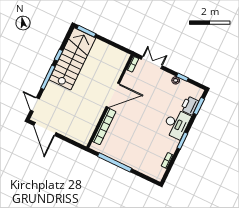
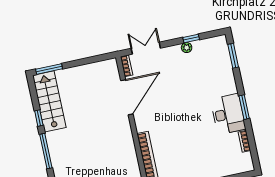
stairs: (72, 59) -> (49, 101), width x0.73, depth x0.66
door: (113, 95) -> (127, 97), moved
printer: (190, 105) -> (223, 63), removed
desk: (176, 124) -> (228, 114), moved

